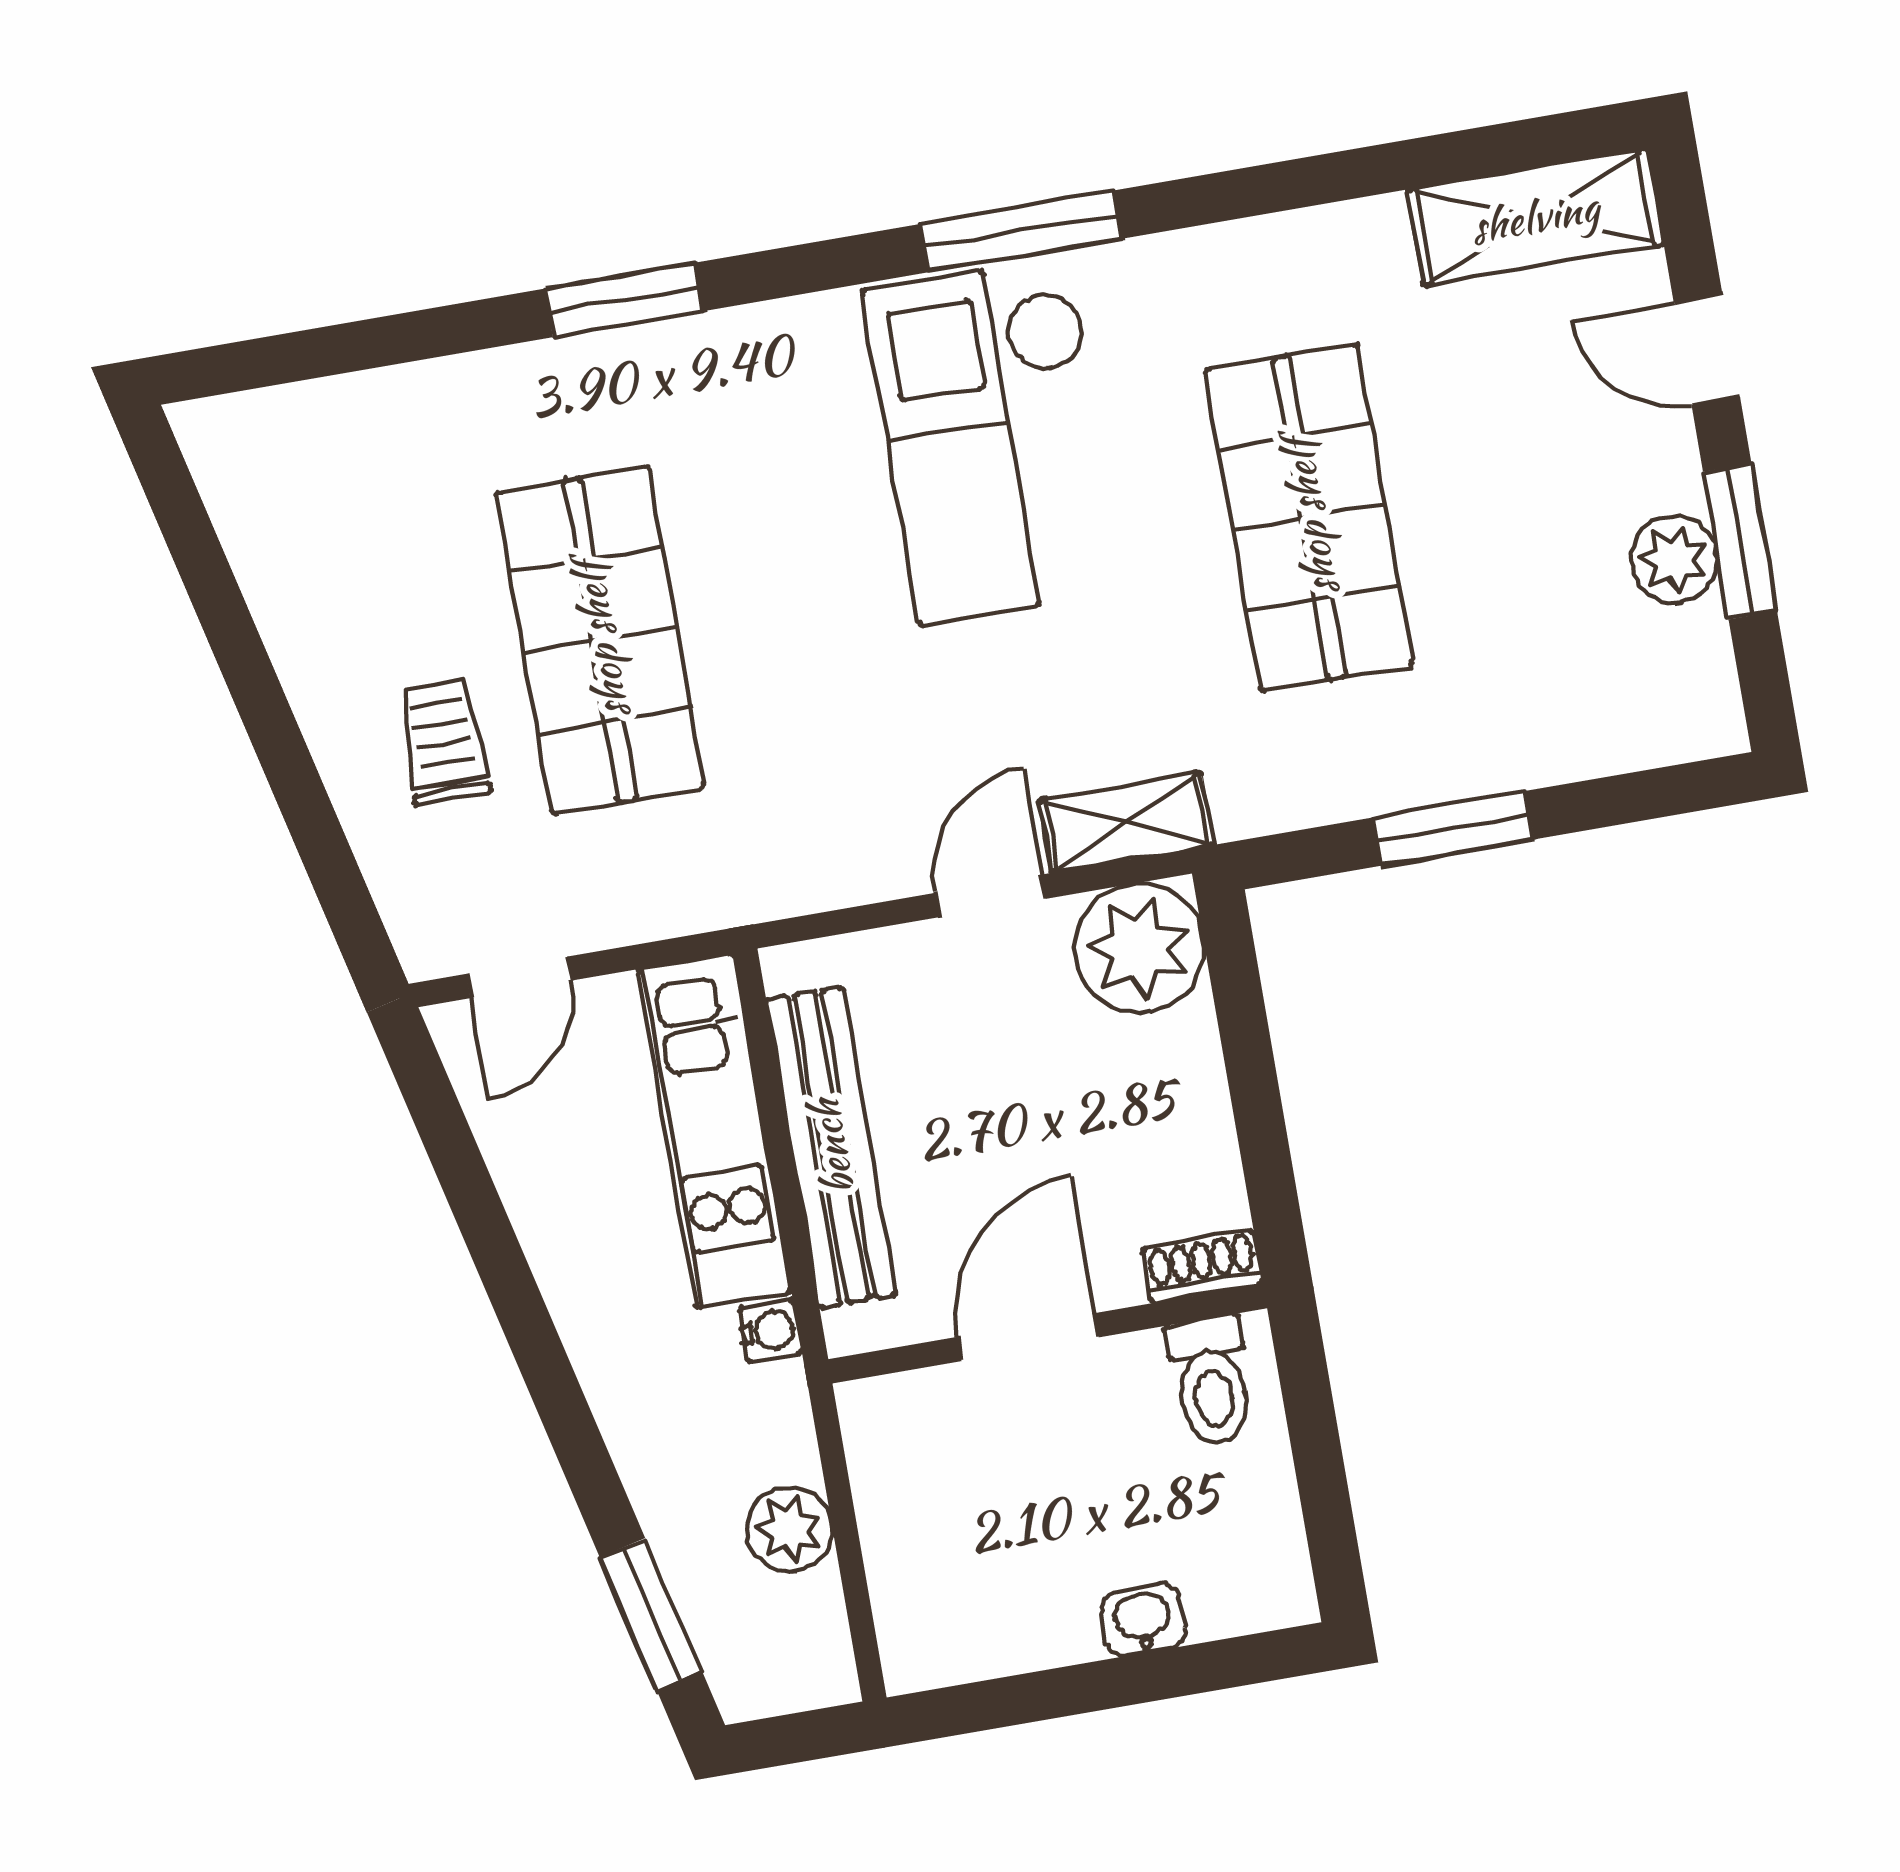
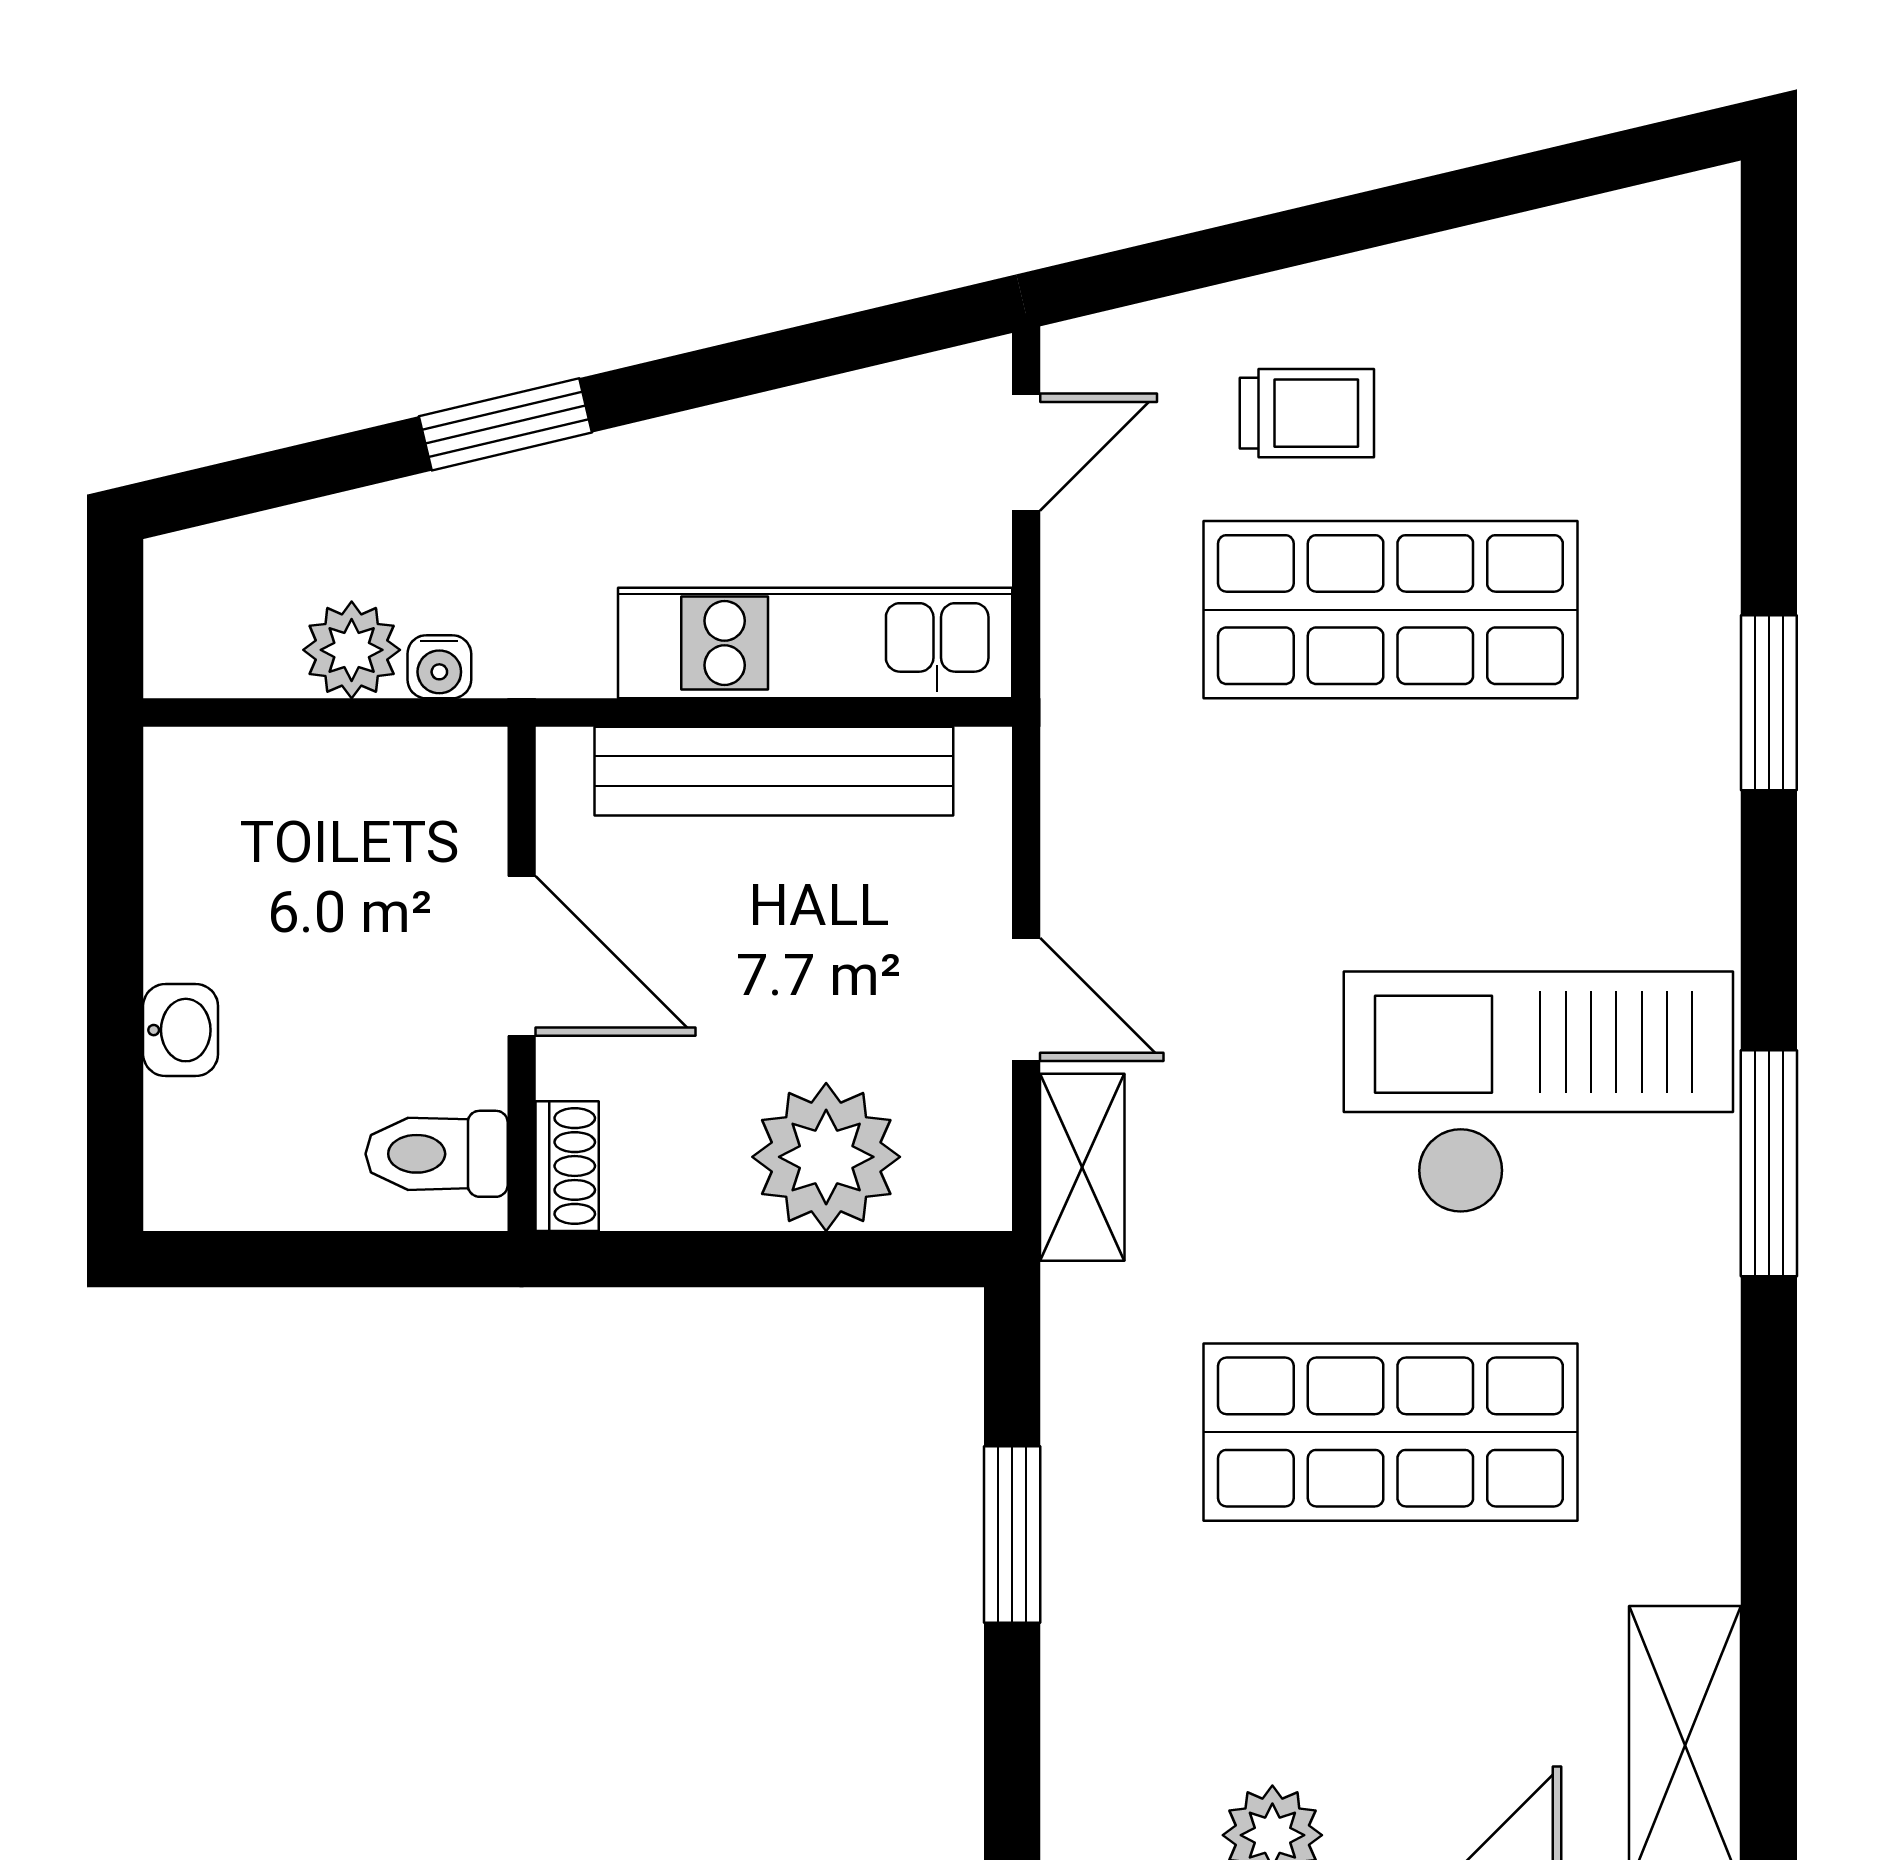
plant: (1139, 948) -> (826, 1157), moved
door: (519, 977) -> (1026, 452), swing flipped
water cooler: (770, 1331) -> (439, 667), moved
window: (651, 1614) -> (505, 424), moved

